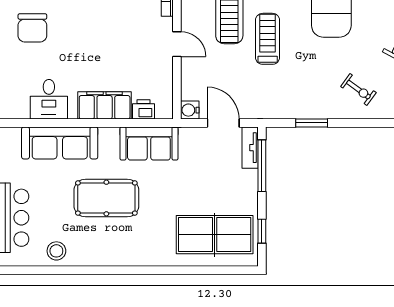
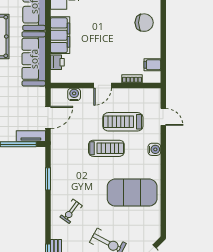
water cooler: (190, 110) -> (74, 94), moved
sofa: (149, 143) -> (34, 59), width x1.36

